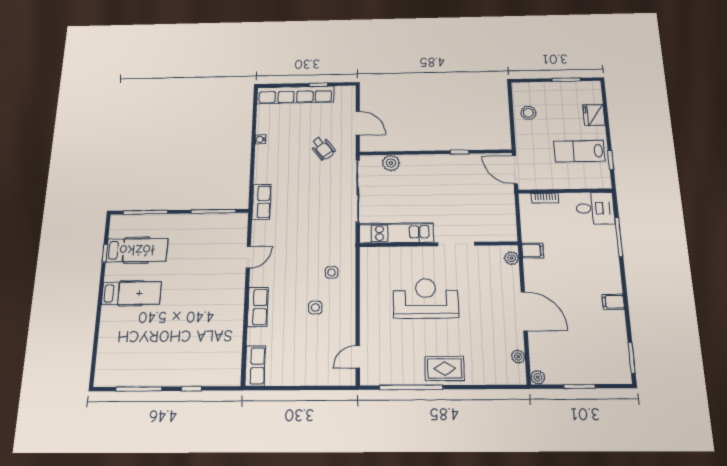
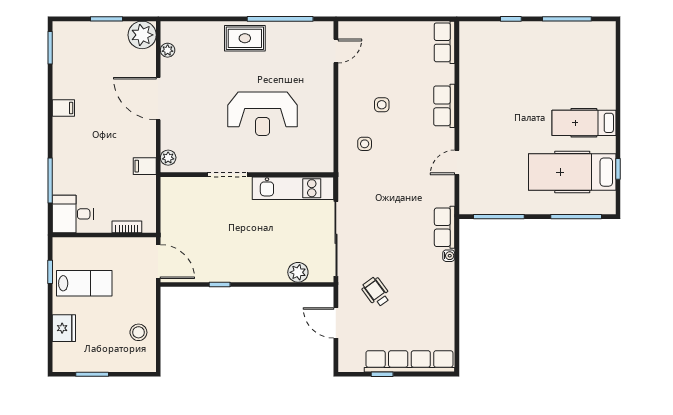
water cooler: (260, 139) -> (449, 256), moved
hospital bed: (137, 250) -> (572, 172), width x1.37, depth x1.29
plant: (538, 377) -> (142, 35), width x1.87, depth x1.87

